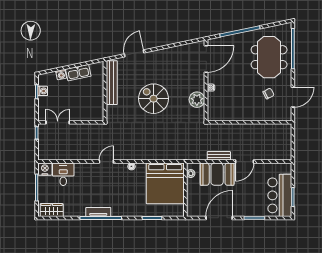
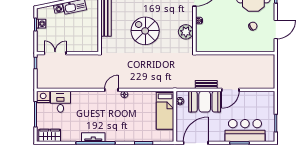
door: (106, 162) -> (111, 90), moved
bed: (165, 183) -> (165, 110), width x0.49
bar counter: (280, 195) -> (245, 130), moved, turned 90
door: (219, 218) -> (196, 143), moved

